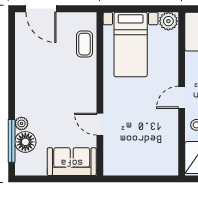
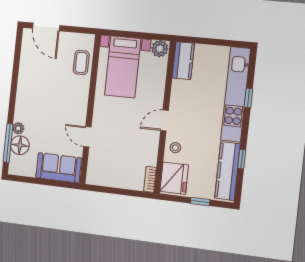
bookcase: (173, 162) -> (150, 179), added

